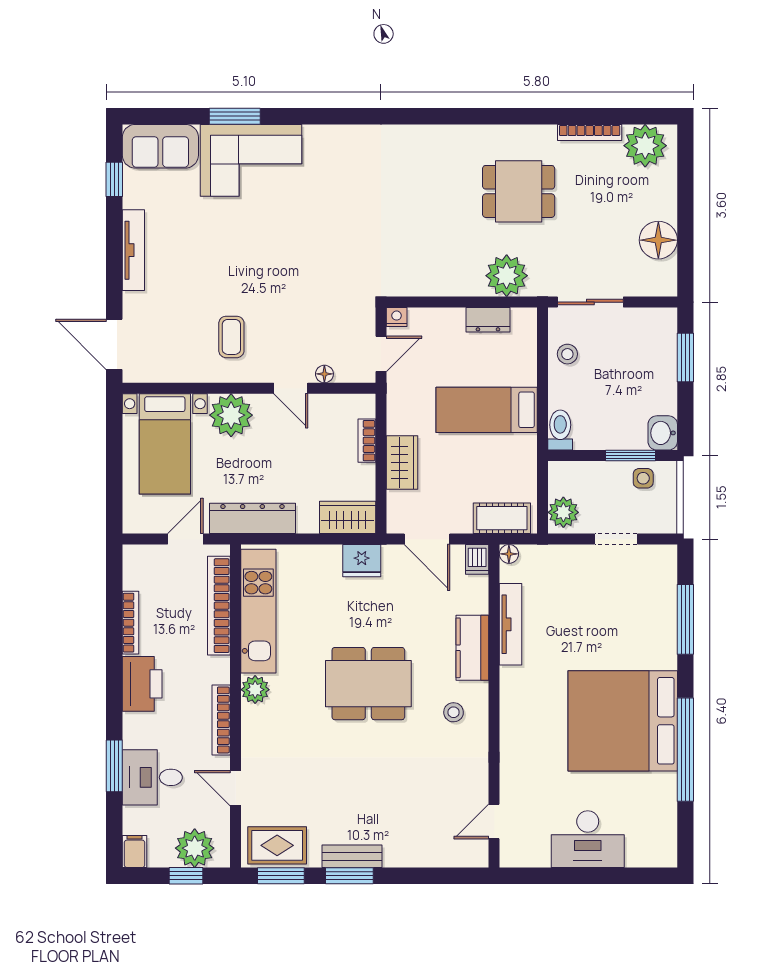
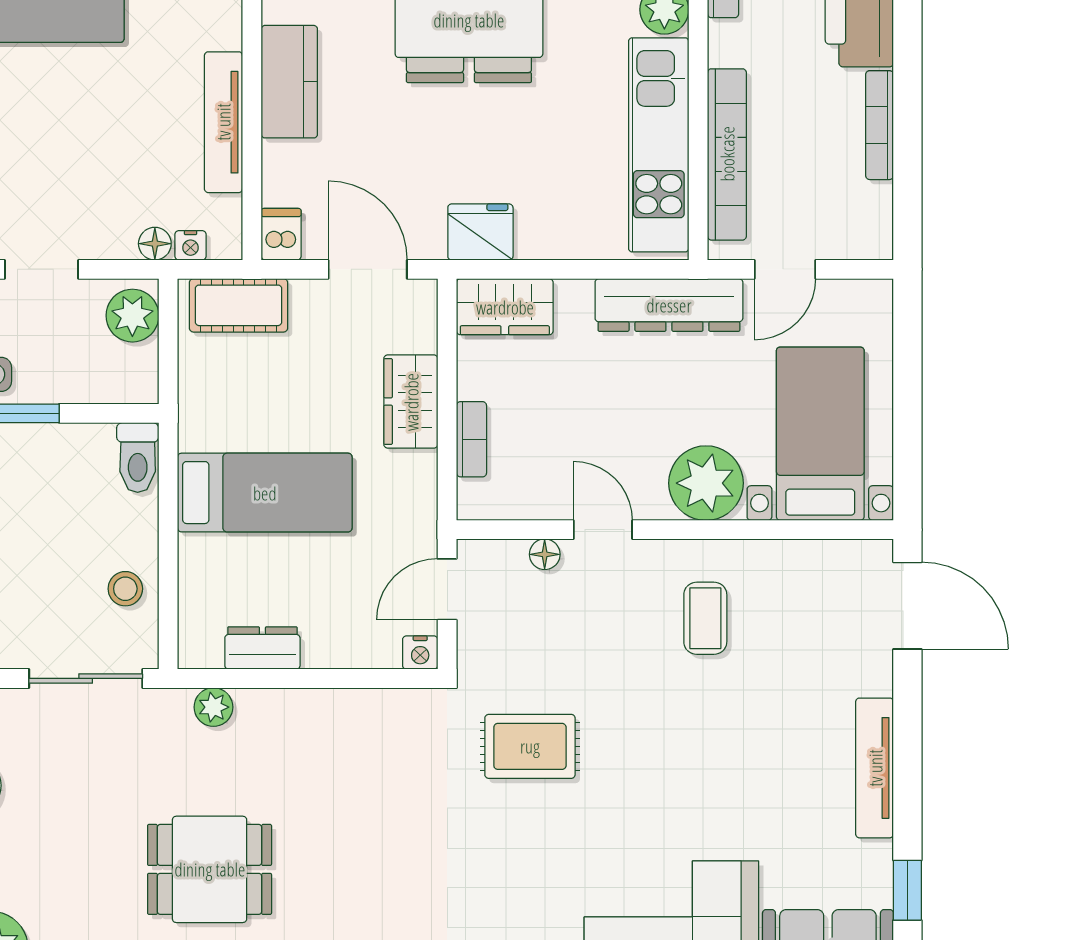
rug: (333, 263) -> (530, 746), added
plant: (507, 276) -> (213, 707), width x0.53, depth x0.53
nightstand: (530, 553) -> (191, 245), added
floor lamp: (509, 554) -> (155, 244), moved

